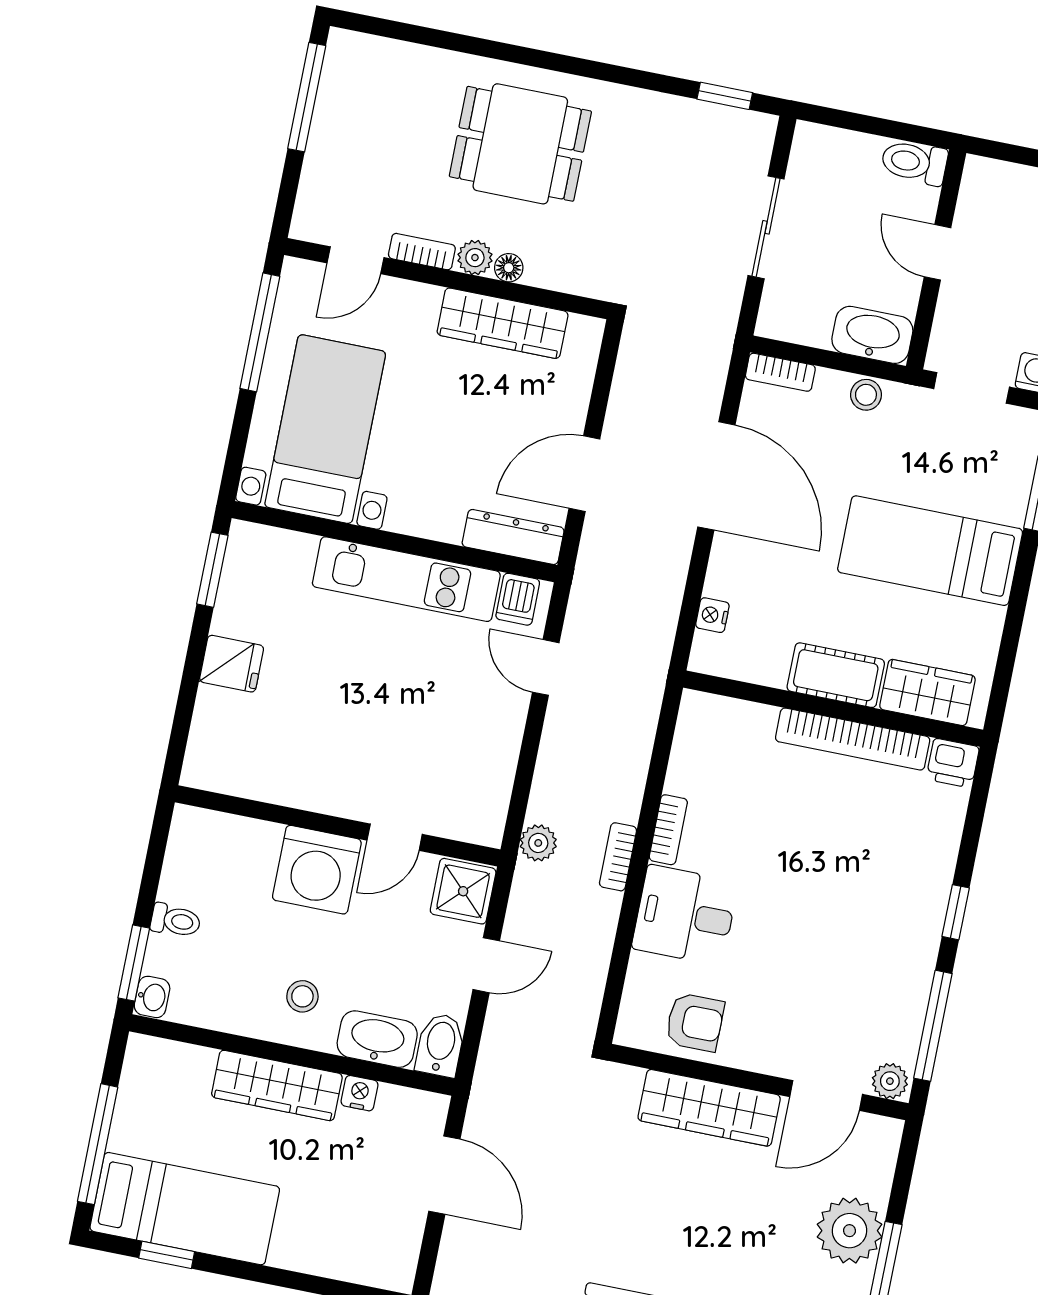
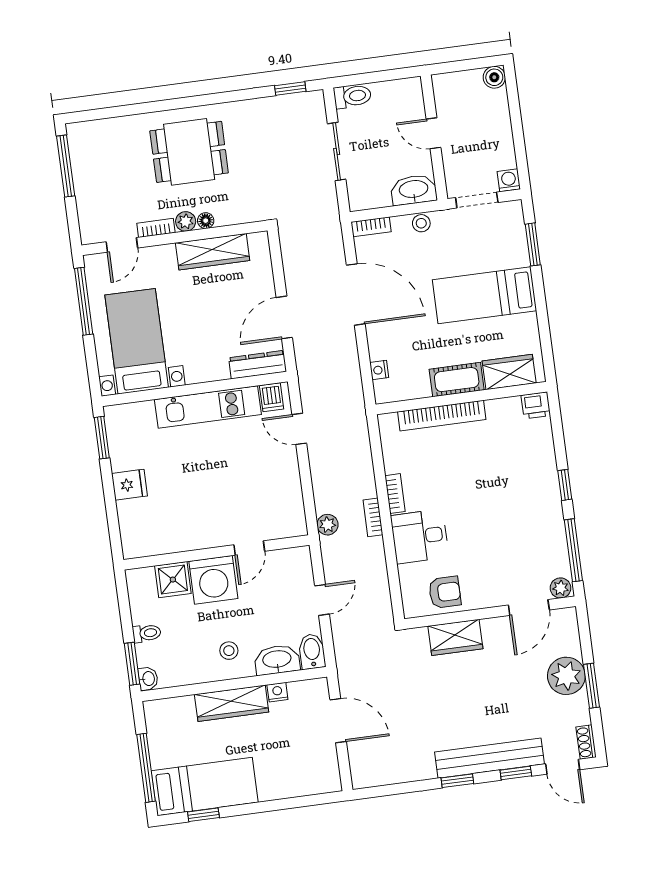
toilet: (914, 162) -> (352, 96), moved, turned 180
bookcase: (853, 739) -> (442, 416), moved
shower: (463, 891) -> (173, 580), moved
wardrobe: (709, 1108) -> (455, 637), width x0.67

